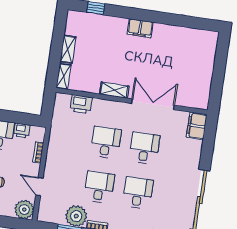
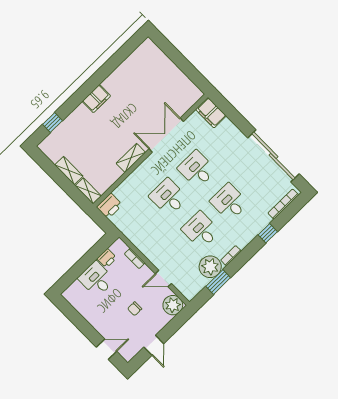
printer: (81, 104) -> (109, 206), moved

